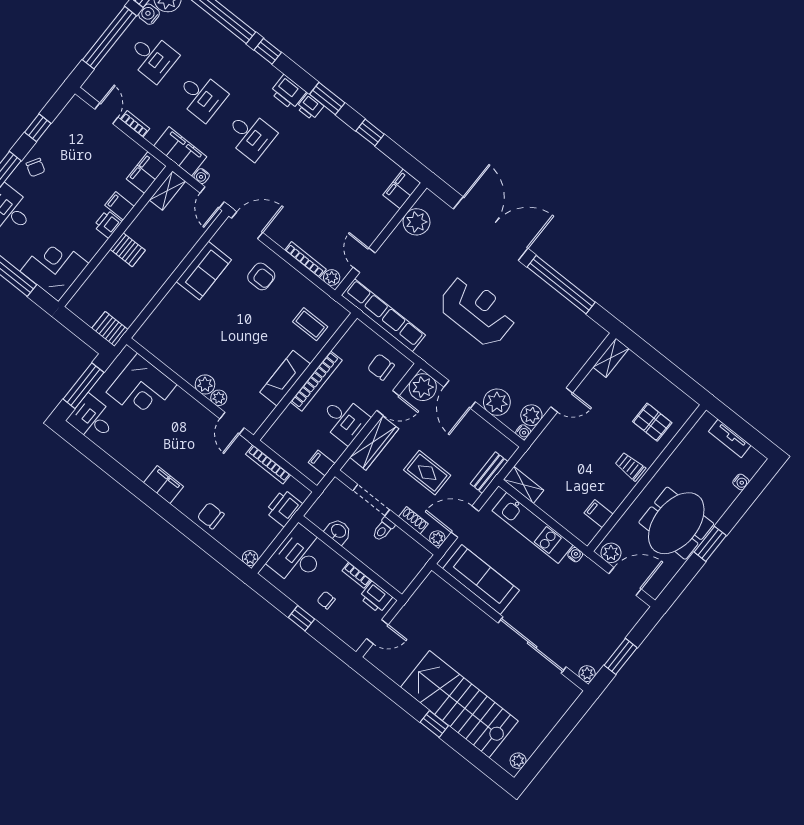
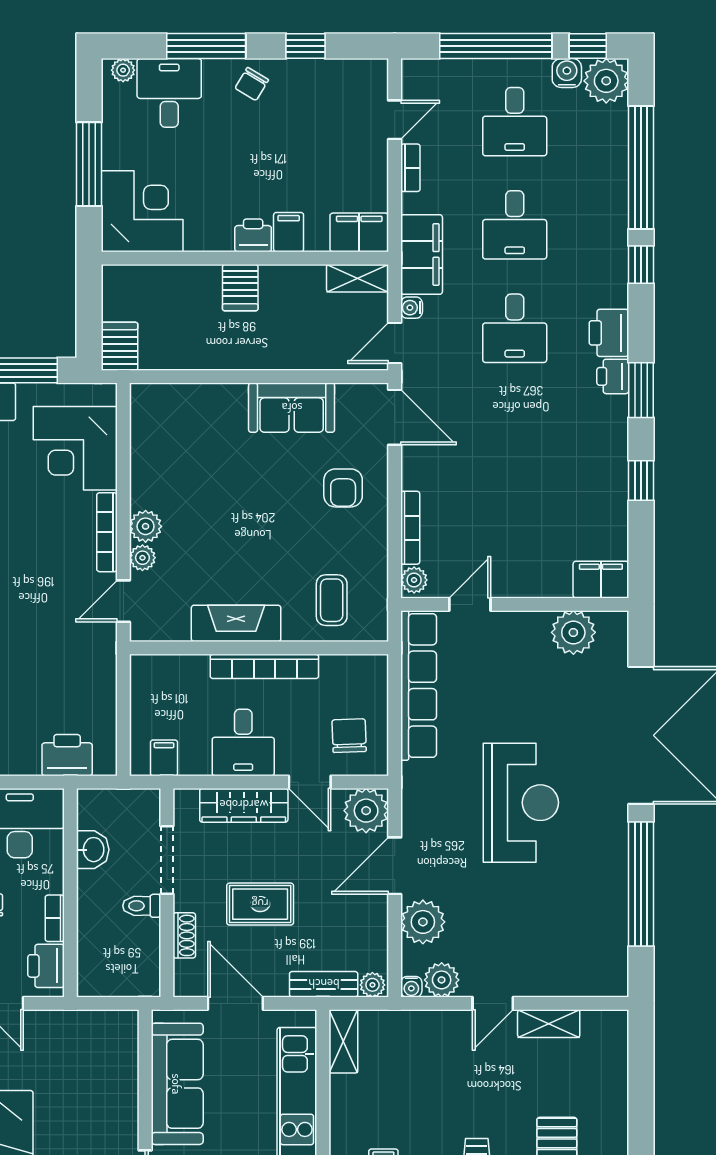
shelving: (611, 358) -> (549, 1024), moved
door: (562, 400) -> (493, 1003), hinge flipped
bookcase: (268, 464) -> (107, 532), moved
rug: (427, 473) -> (260, 904), turned 90
plant: (437, 538) -> (372, 985), moved

